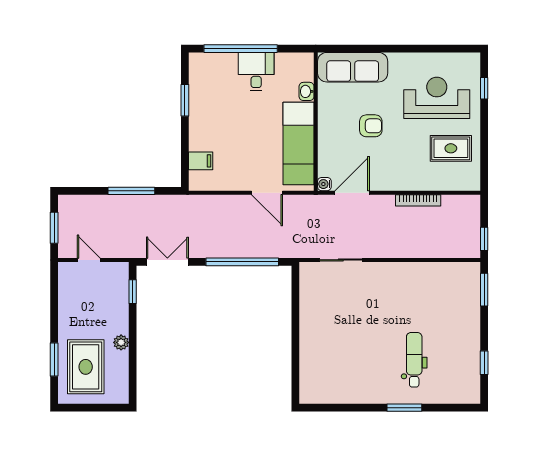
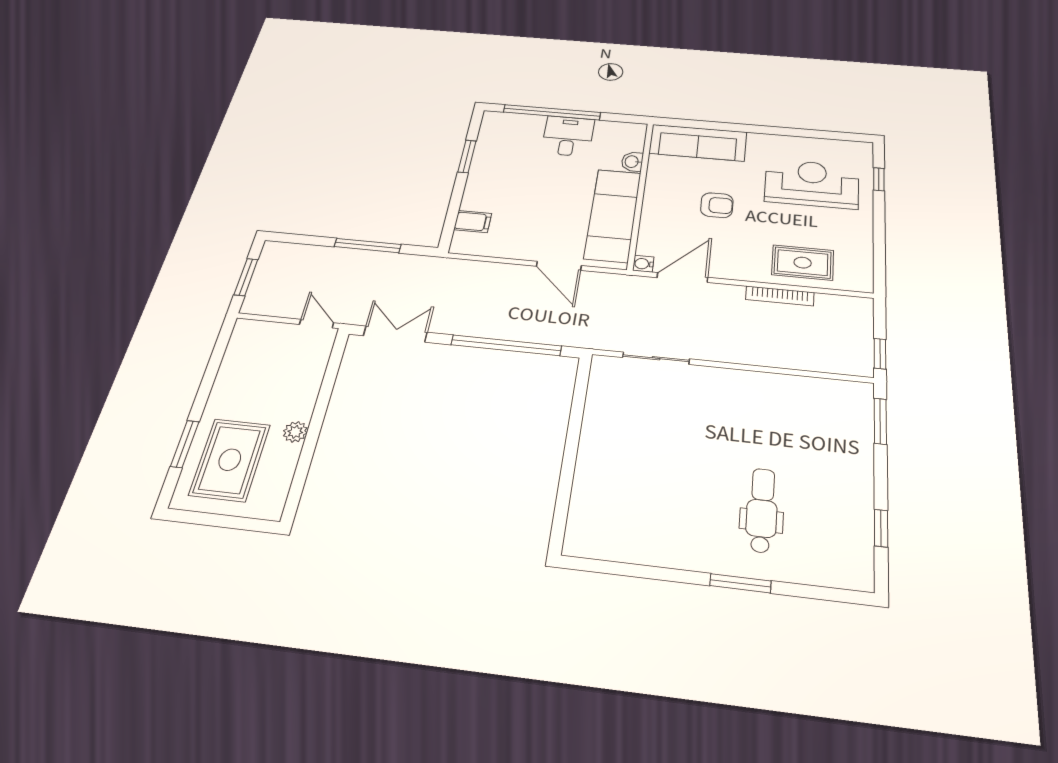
rug: (451, 148) -> (803, 263), moved
door: (89, 260) -> (317, 324), moved
window: (133, 292) -> (333, 366), removed

